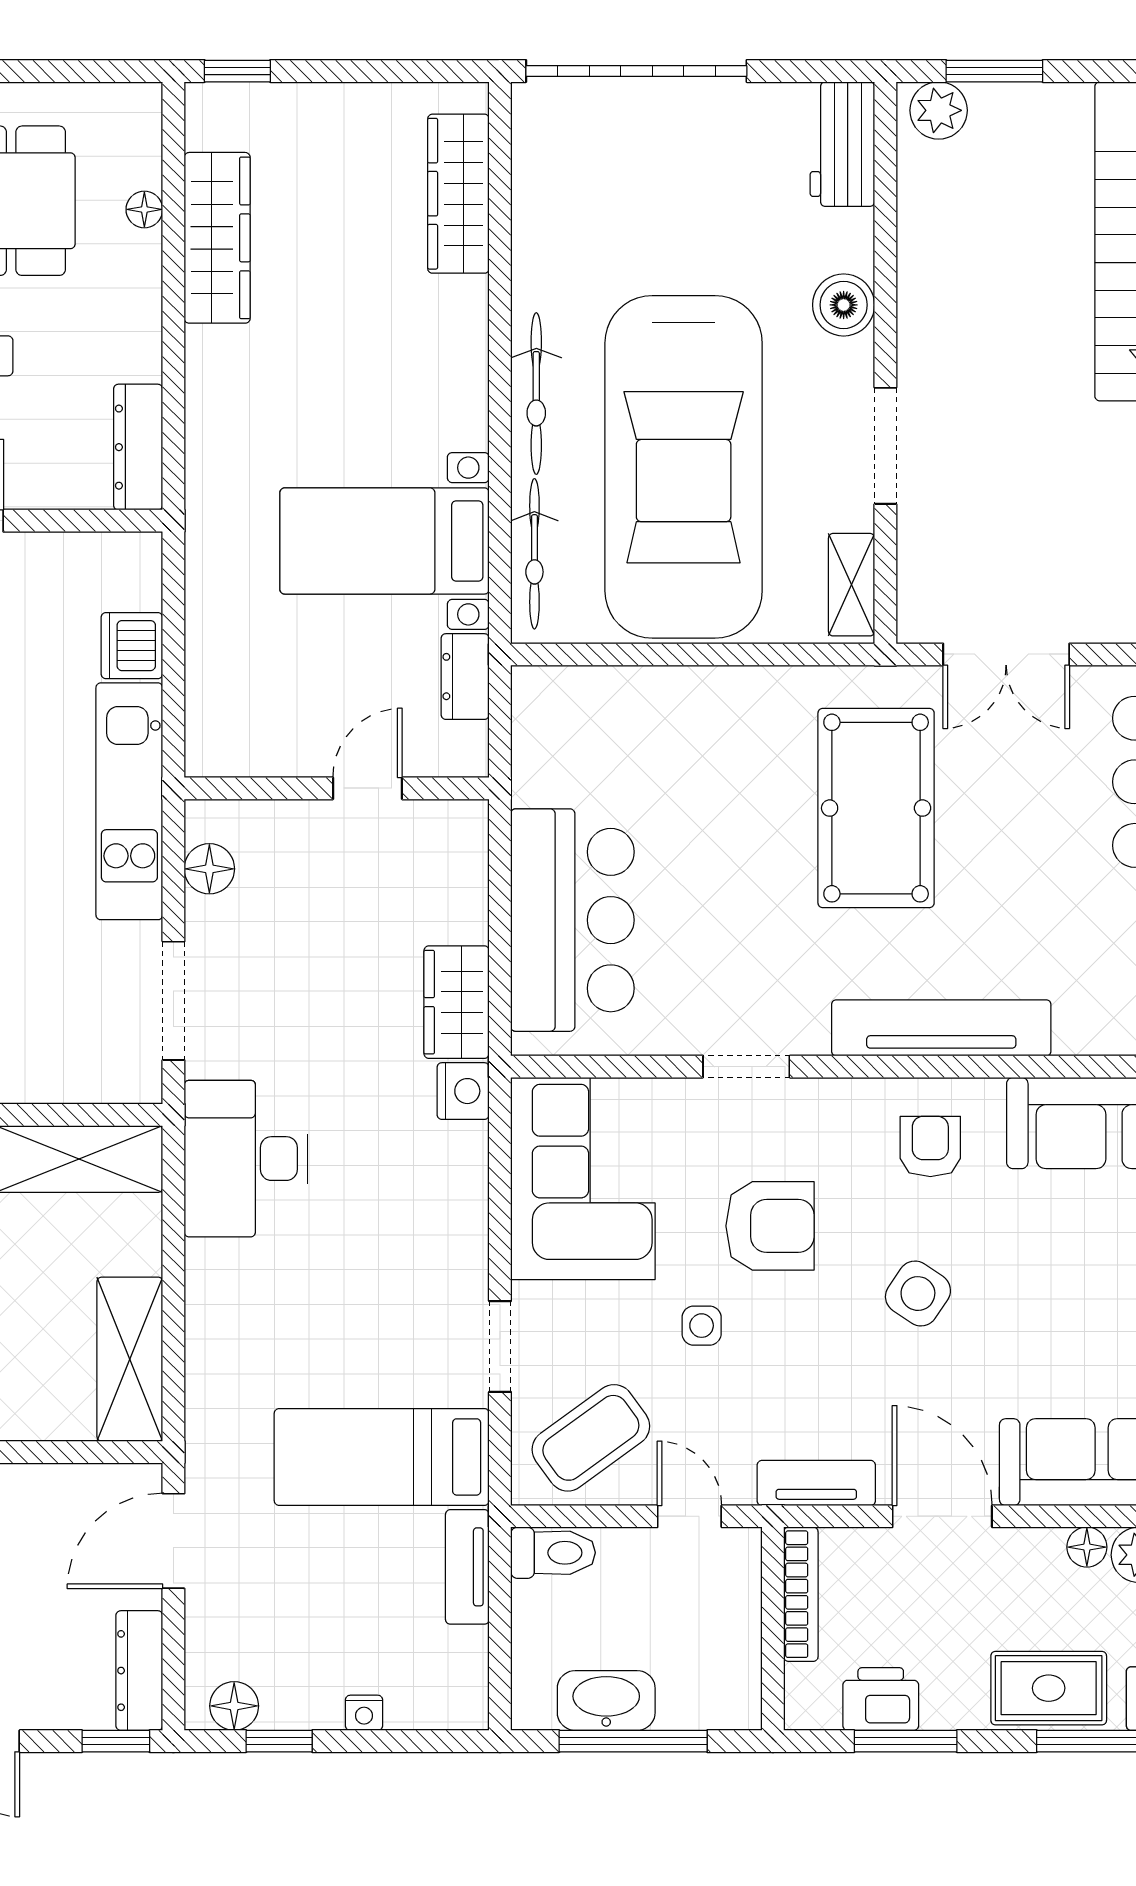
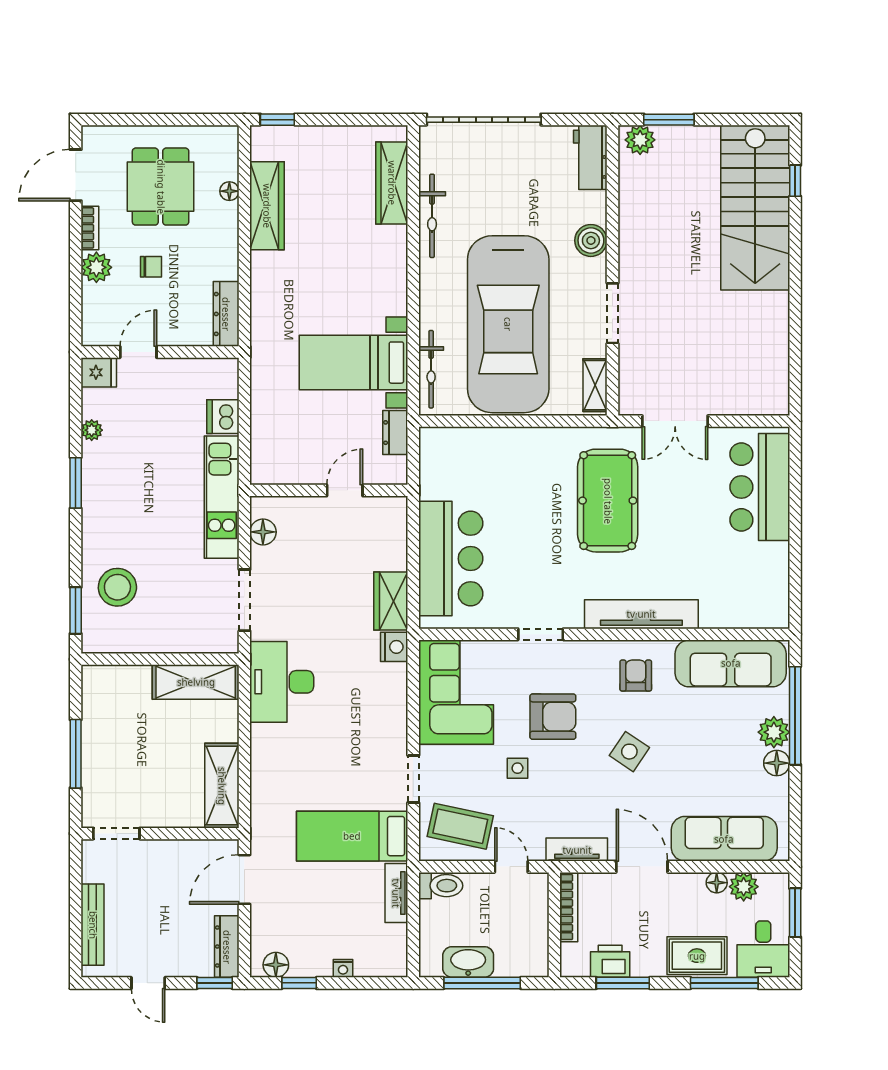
bicycle: (536, 394) -> (432, 216), moved
coffee table: (591, 1438) -> (460, 826), turned 48

